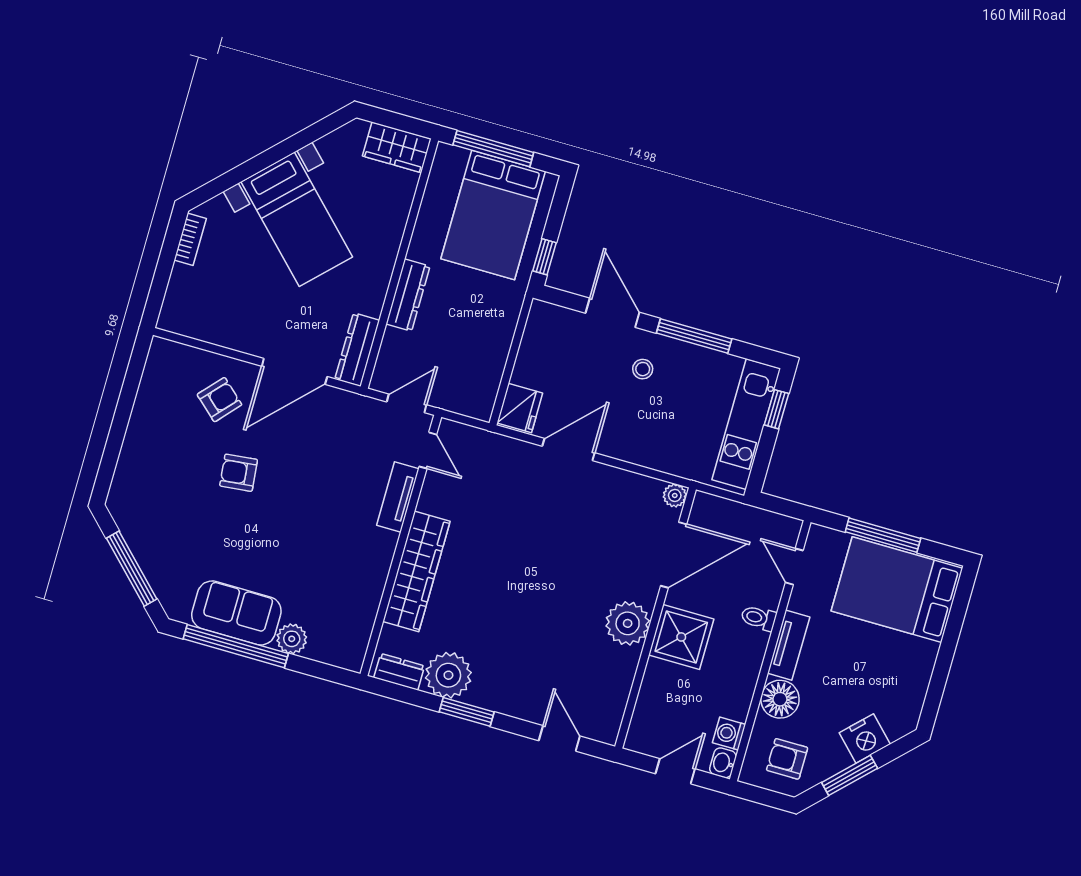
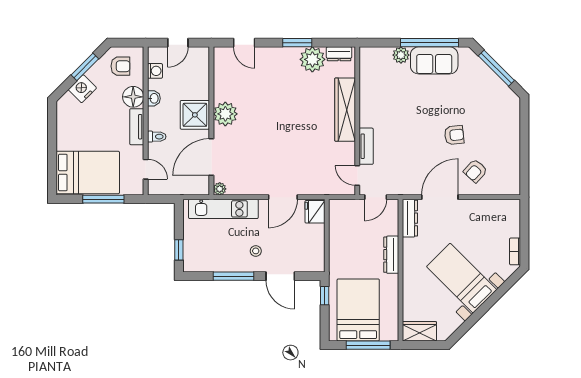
kitchen unit: (746, 424) -> (223, 209), moved, turned 90
washbasin: (723, 763) -> (154, 98), moved

